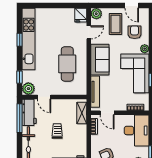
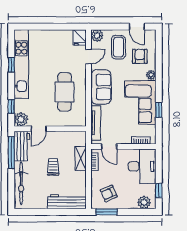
door: (44, 97) -> (39, 129), hinge flipped
shelving: (82, 113) -> (81, 158), moved

